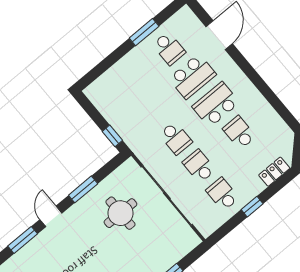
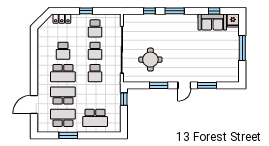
school desk: (169, 49) -> (63, 118), width x1.85
school desk: (129, 82) -> (95, 118), added
school desk: (176, 138) -> (95, 73), turned 180

